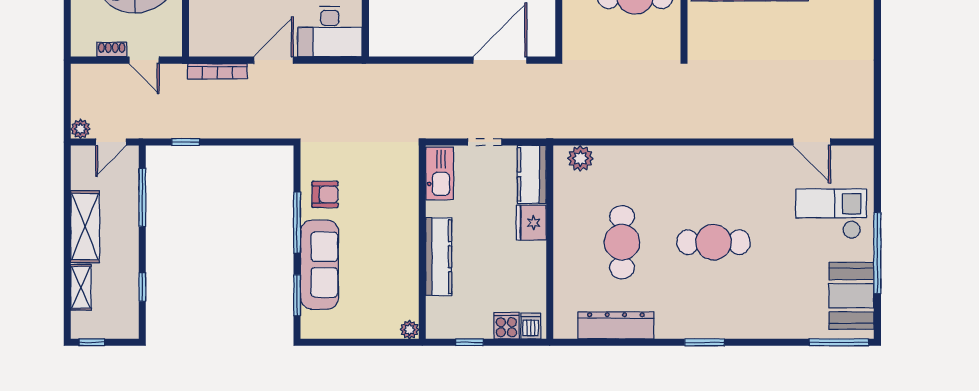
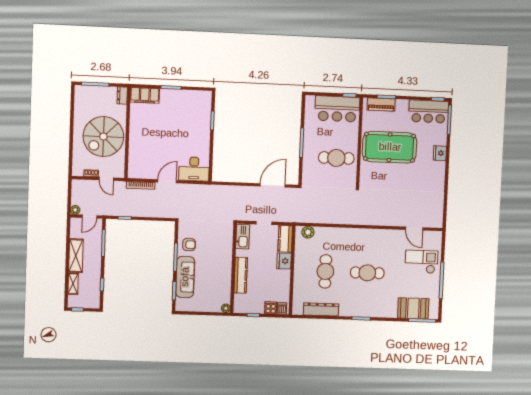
booth: (851, 296) -> (413, 308), moved, turned 90

